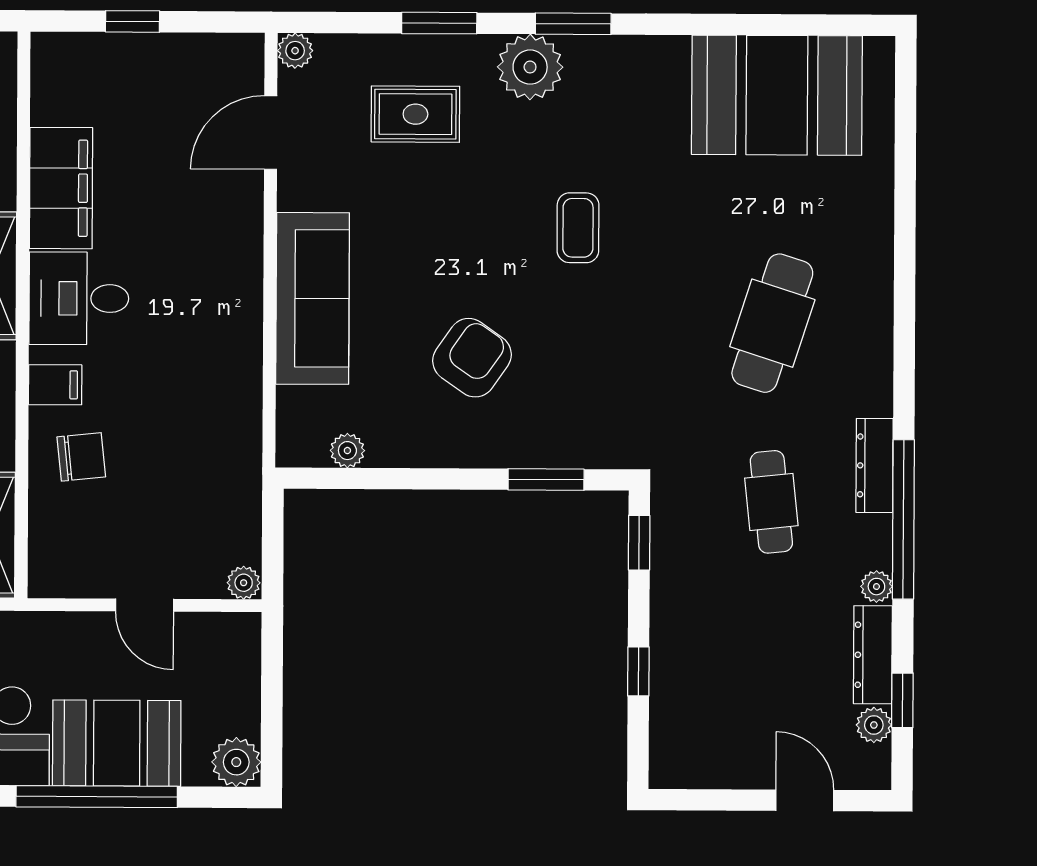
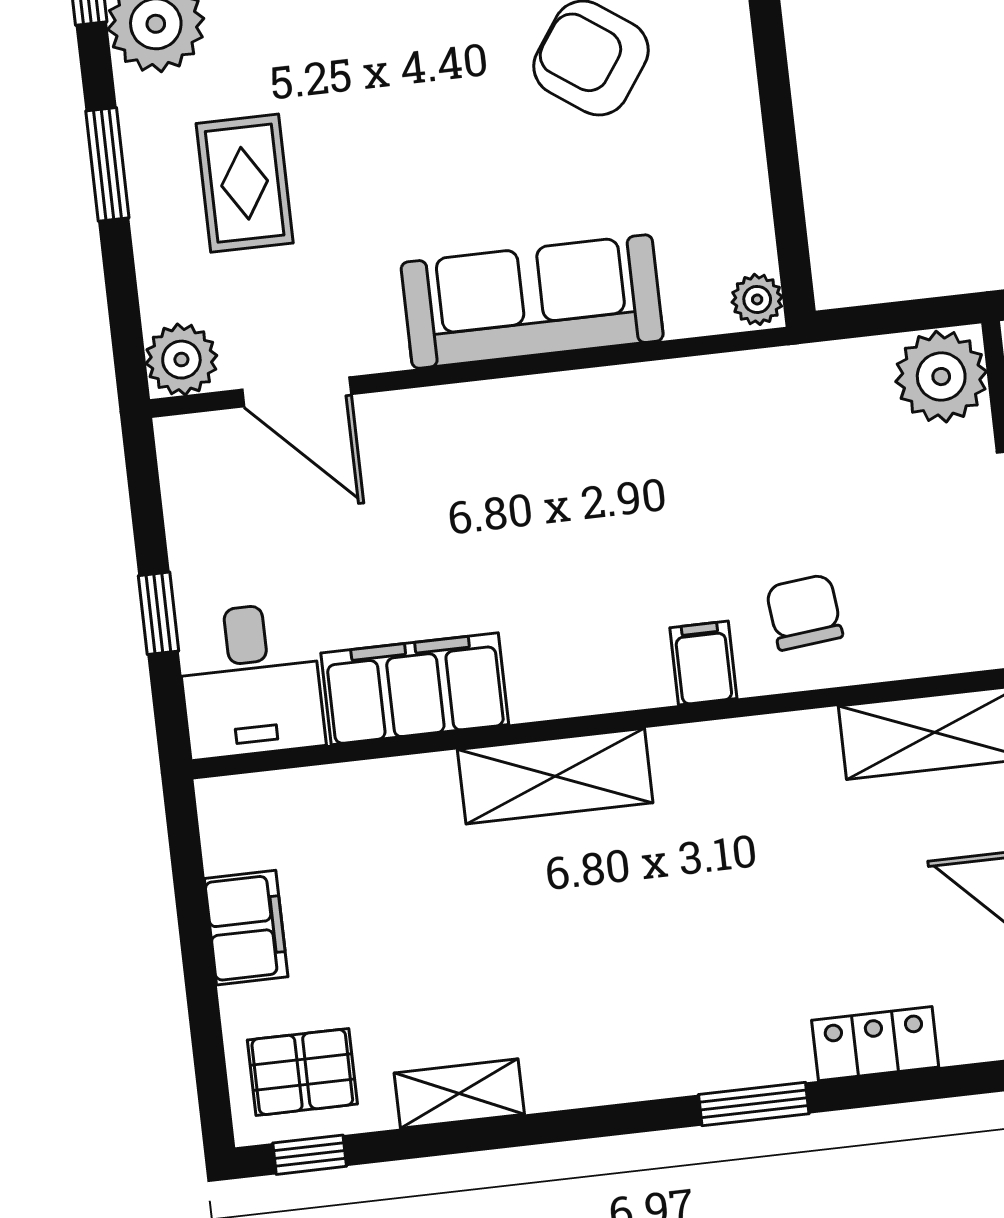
plant: (295, 51) -> (181, 360), width x1.38, depth x1.38
desk: (79, 298) -> (250, 680), moved
plant: (347, 451) -> (757, 299), moved
plant: (244, 583) -> (941, 377), width x1.88, depth x1.88

